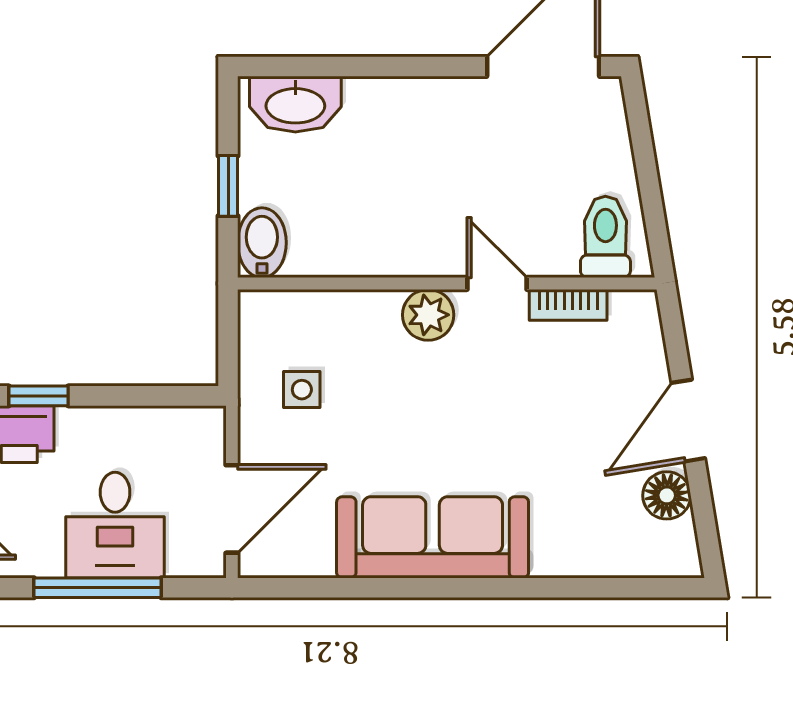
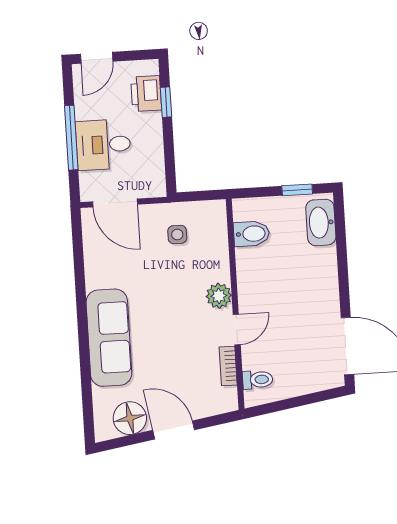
window: (228, 186) -> (297, 190), moved
toilet: (605, 237) -> (258, 380), width x0.73, depth x0.72
bidet: (262, 243) -> (251, 234), moved
floor lamp: (667, 495) -> (130, 418), width x1.38, depth x1.38
sofa: (433, 537) -> (109, 338), moved

